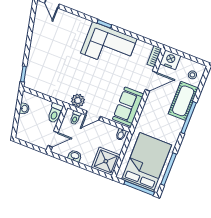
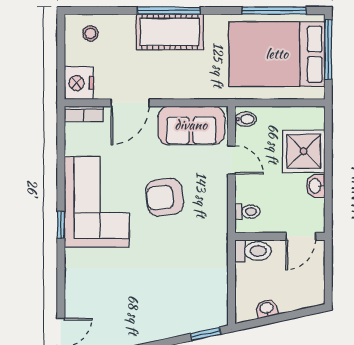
armchair: (98, 80) -> (165, 197), added
door: (151, 81) -> (130, 103), swing flipped
plant: (78, 101) -> (215, 219), removed
cot: (183, 101) -> (170, 32), moved
door: (93, 116) -> (231, 160), moved
door: (53, 139) -> (301, 236), swing flipped
shower: (106, 161) -> (304, 151), moved

